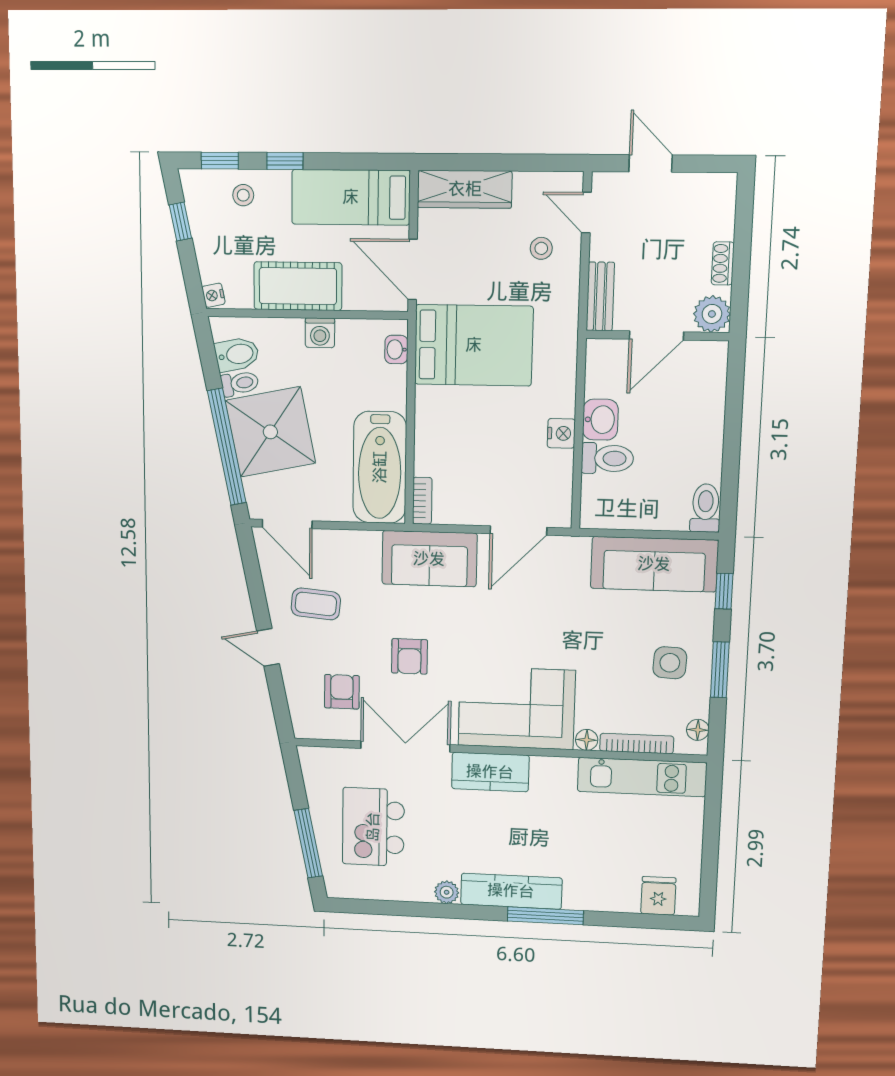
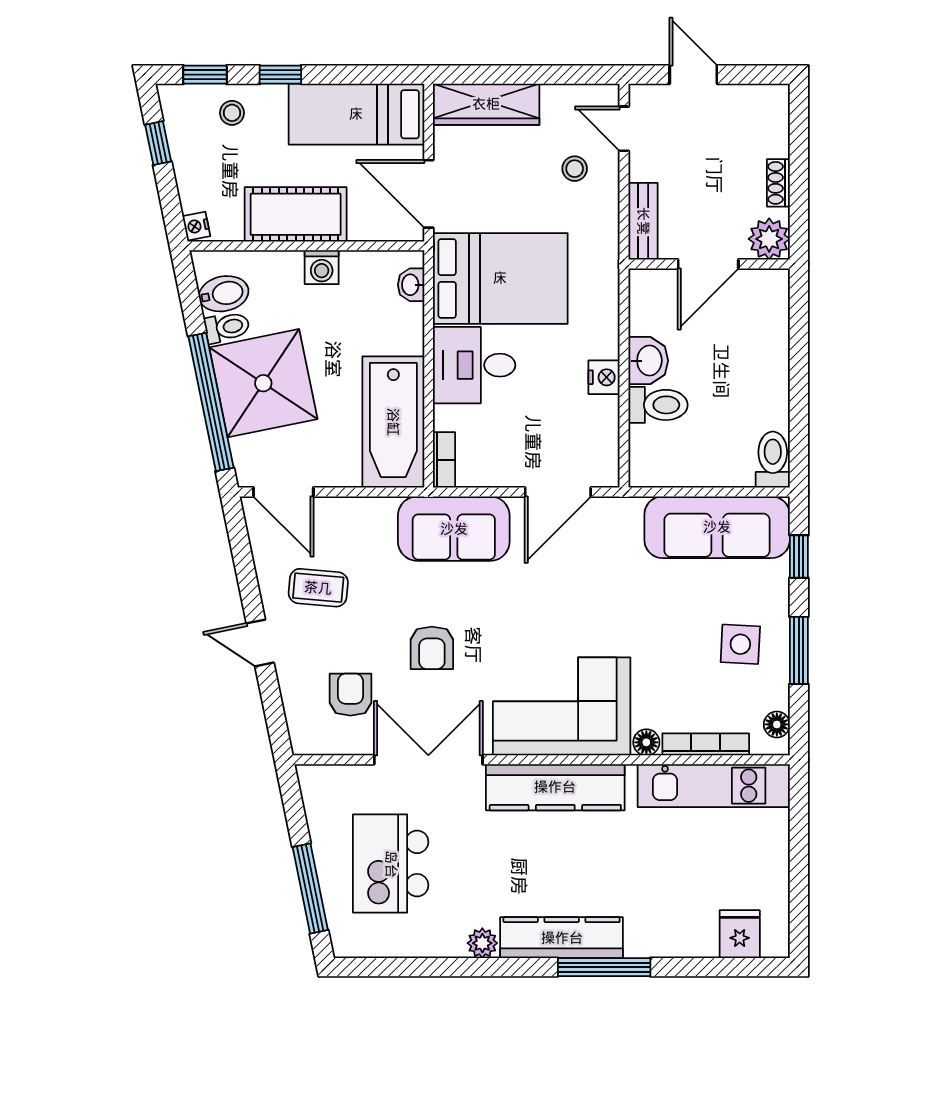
desk: (449, 420) -> (474, 365), added
kitchen counter: (490, 772) -> (555, 787), width x1.50

